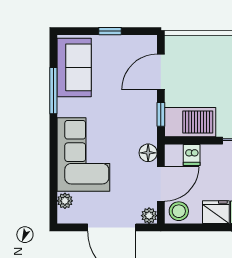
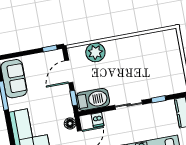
window: (110, 31) -> (50, 49), moved
plant: (208, 50) -> (95, 52), added

